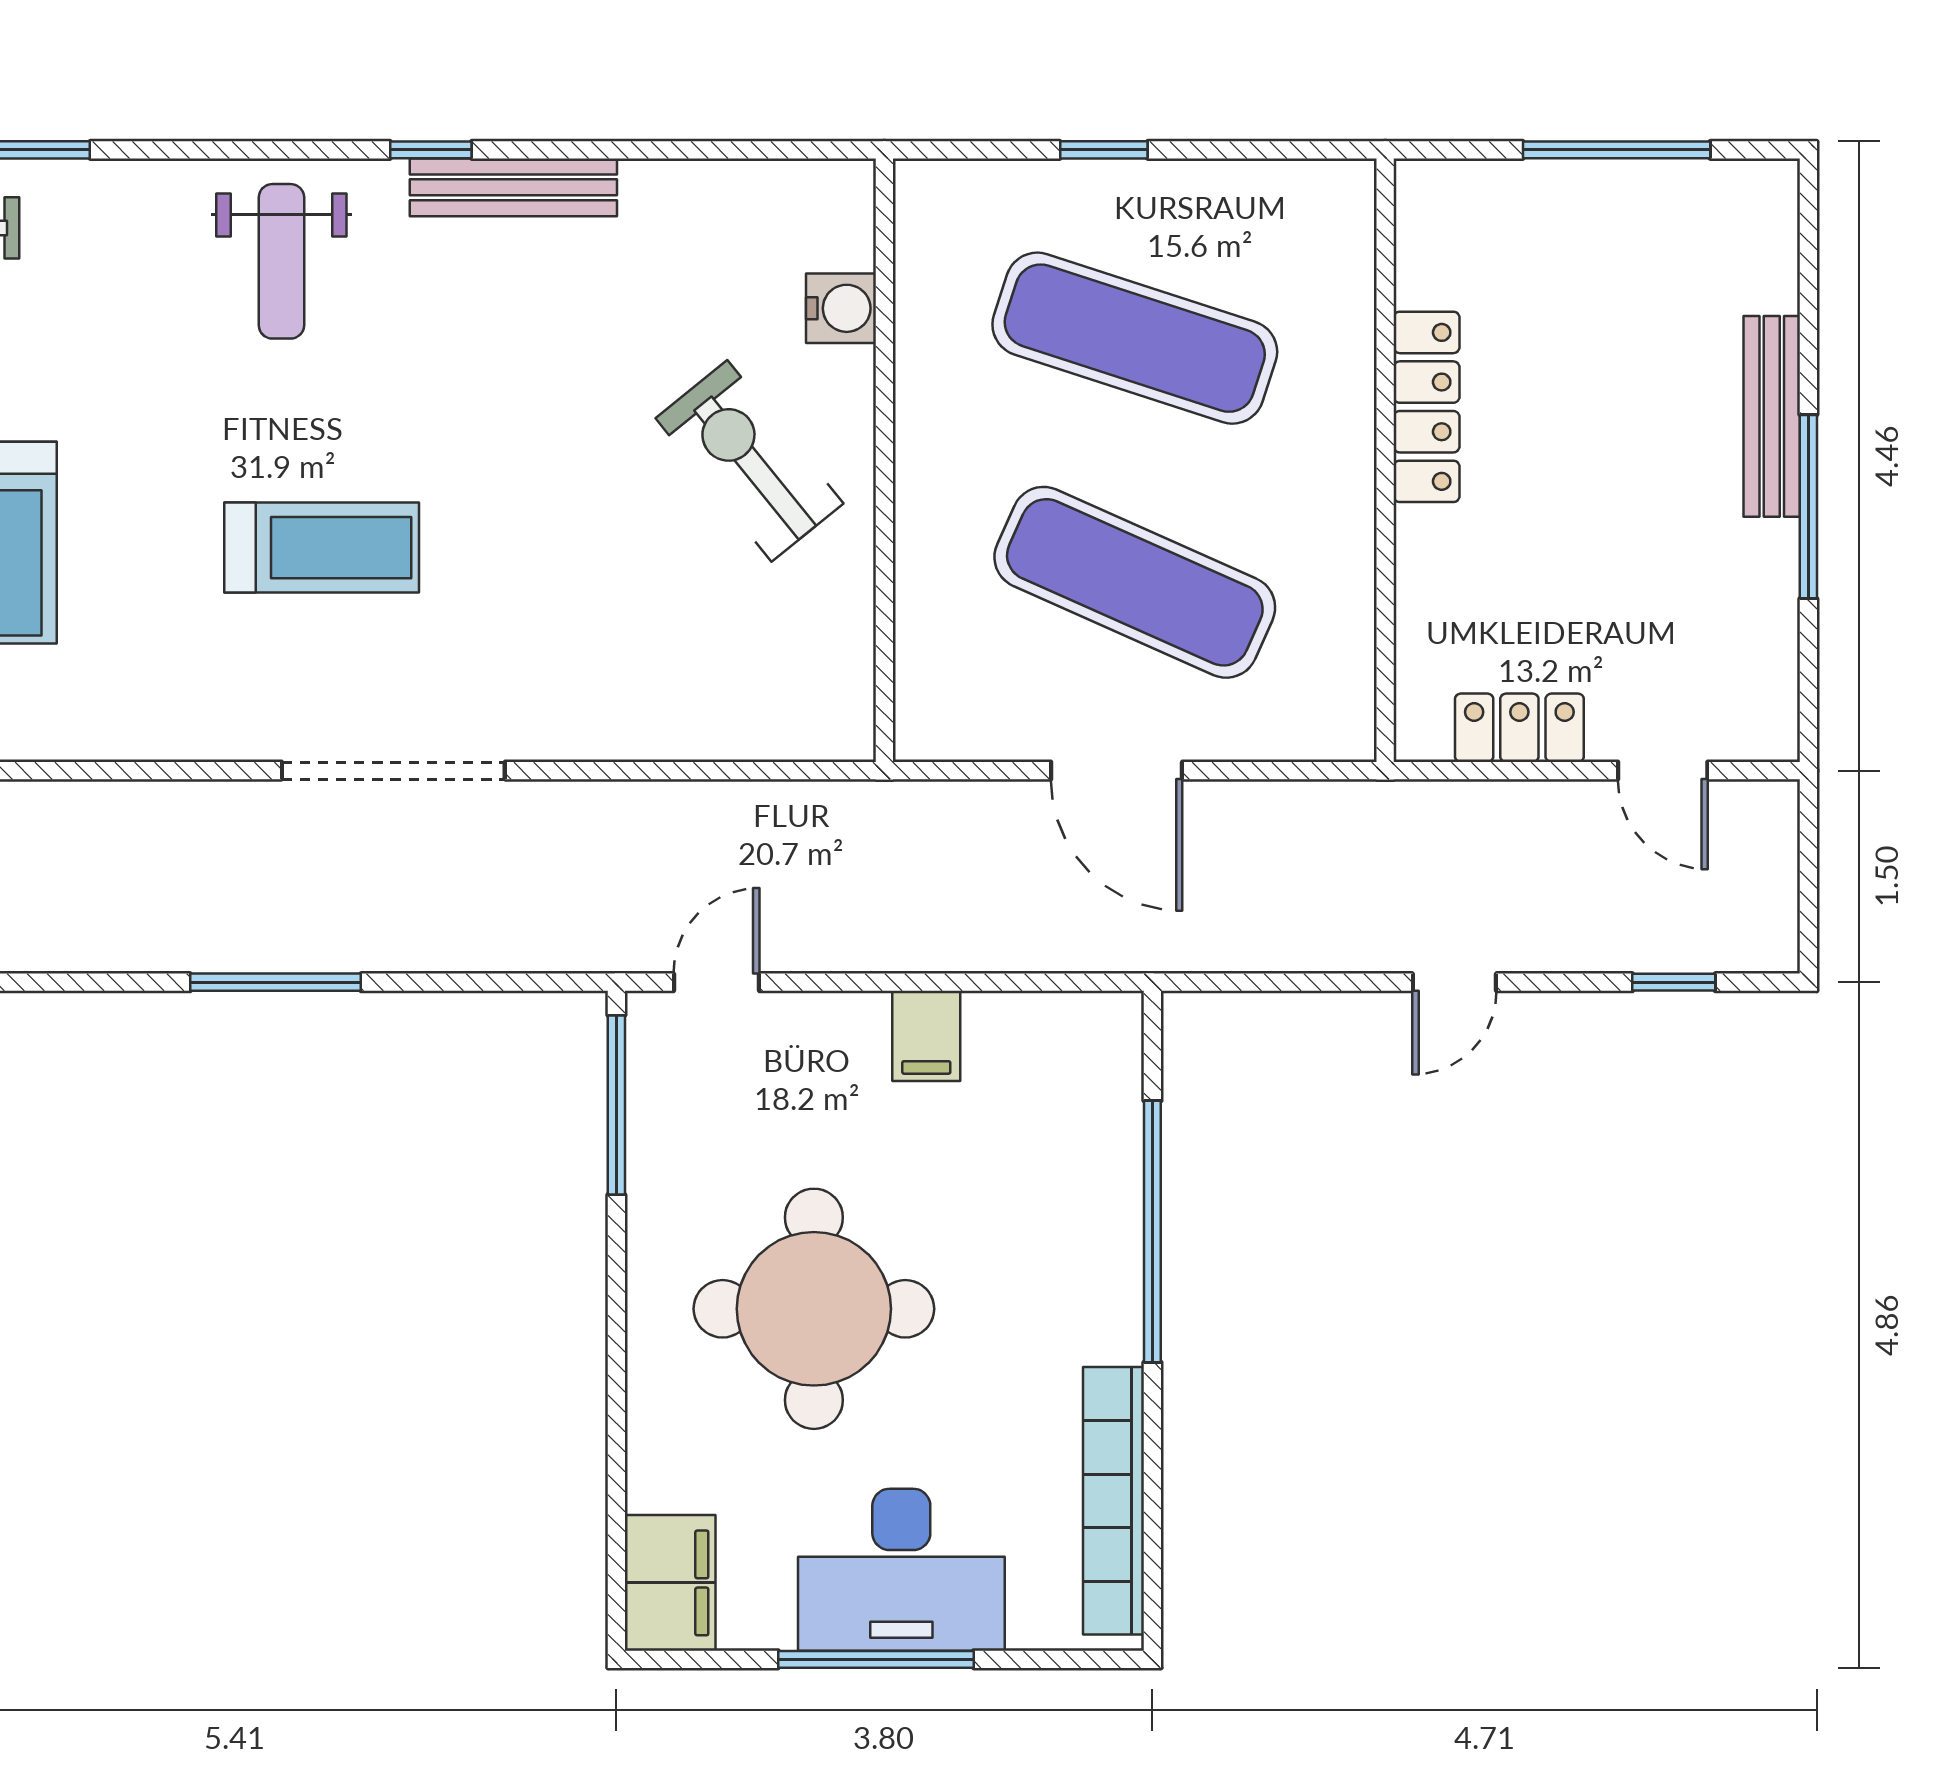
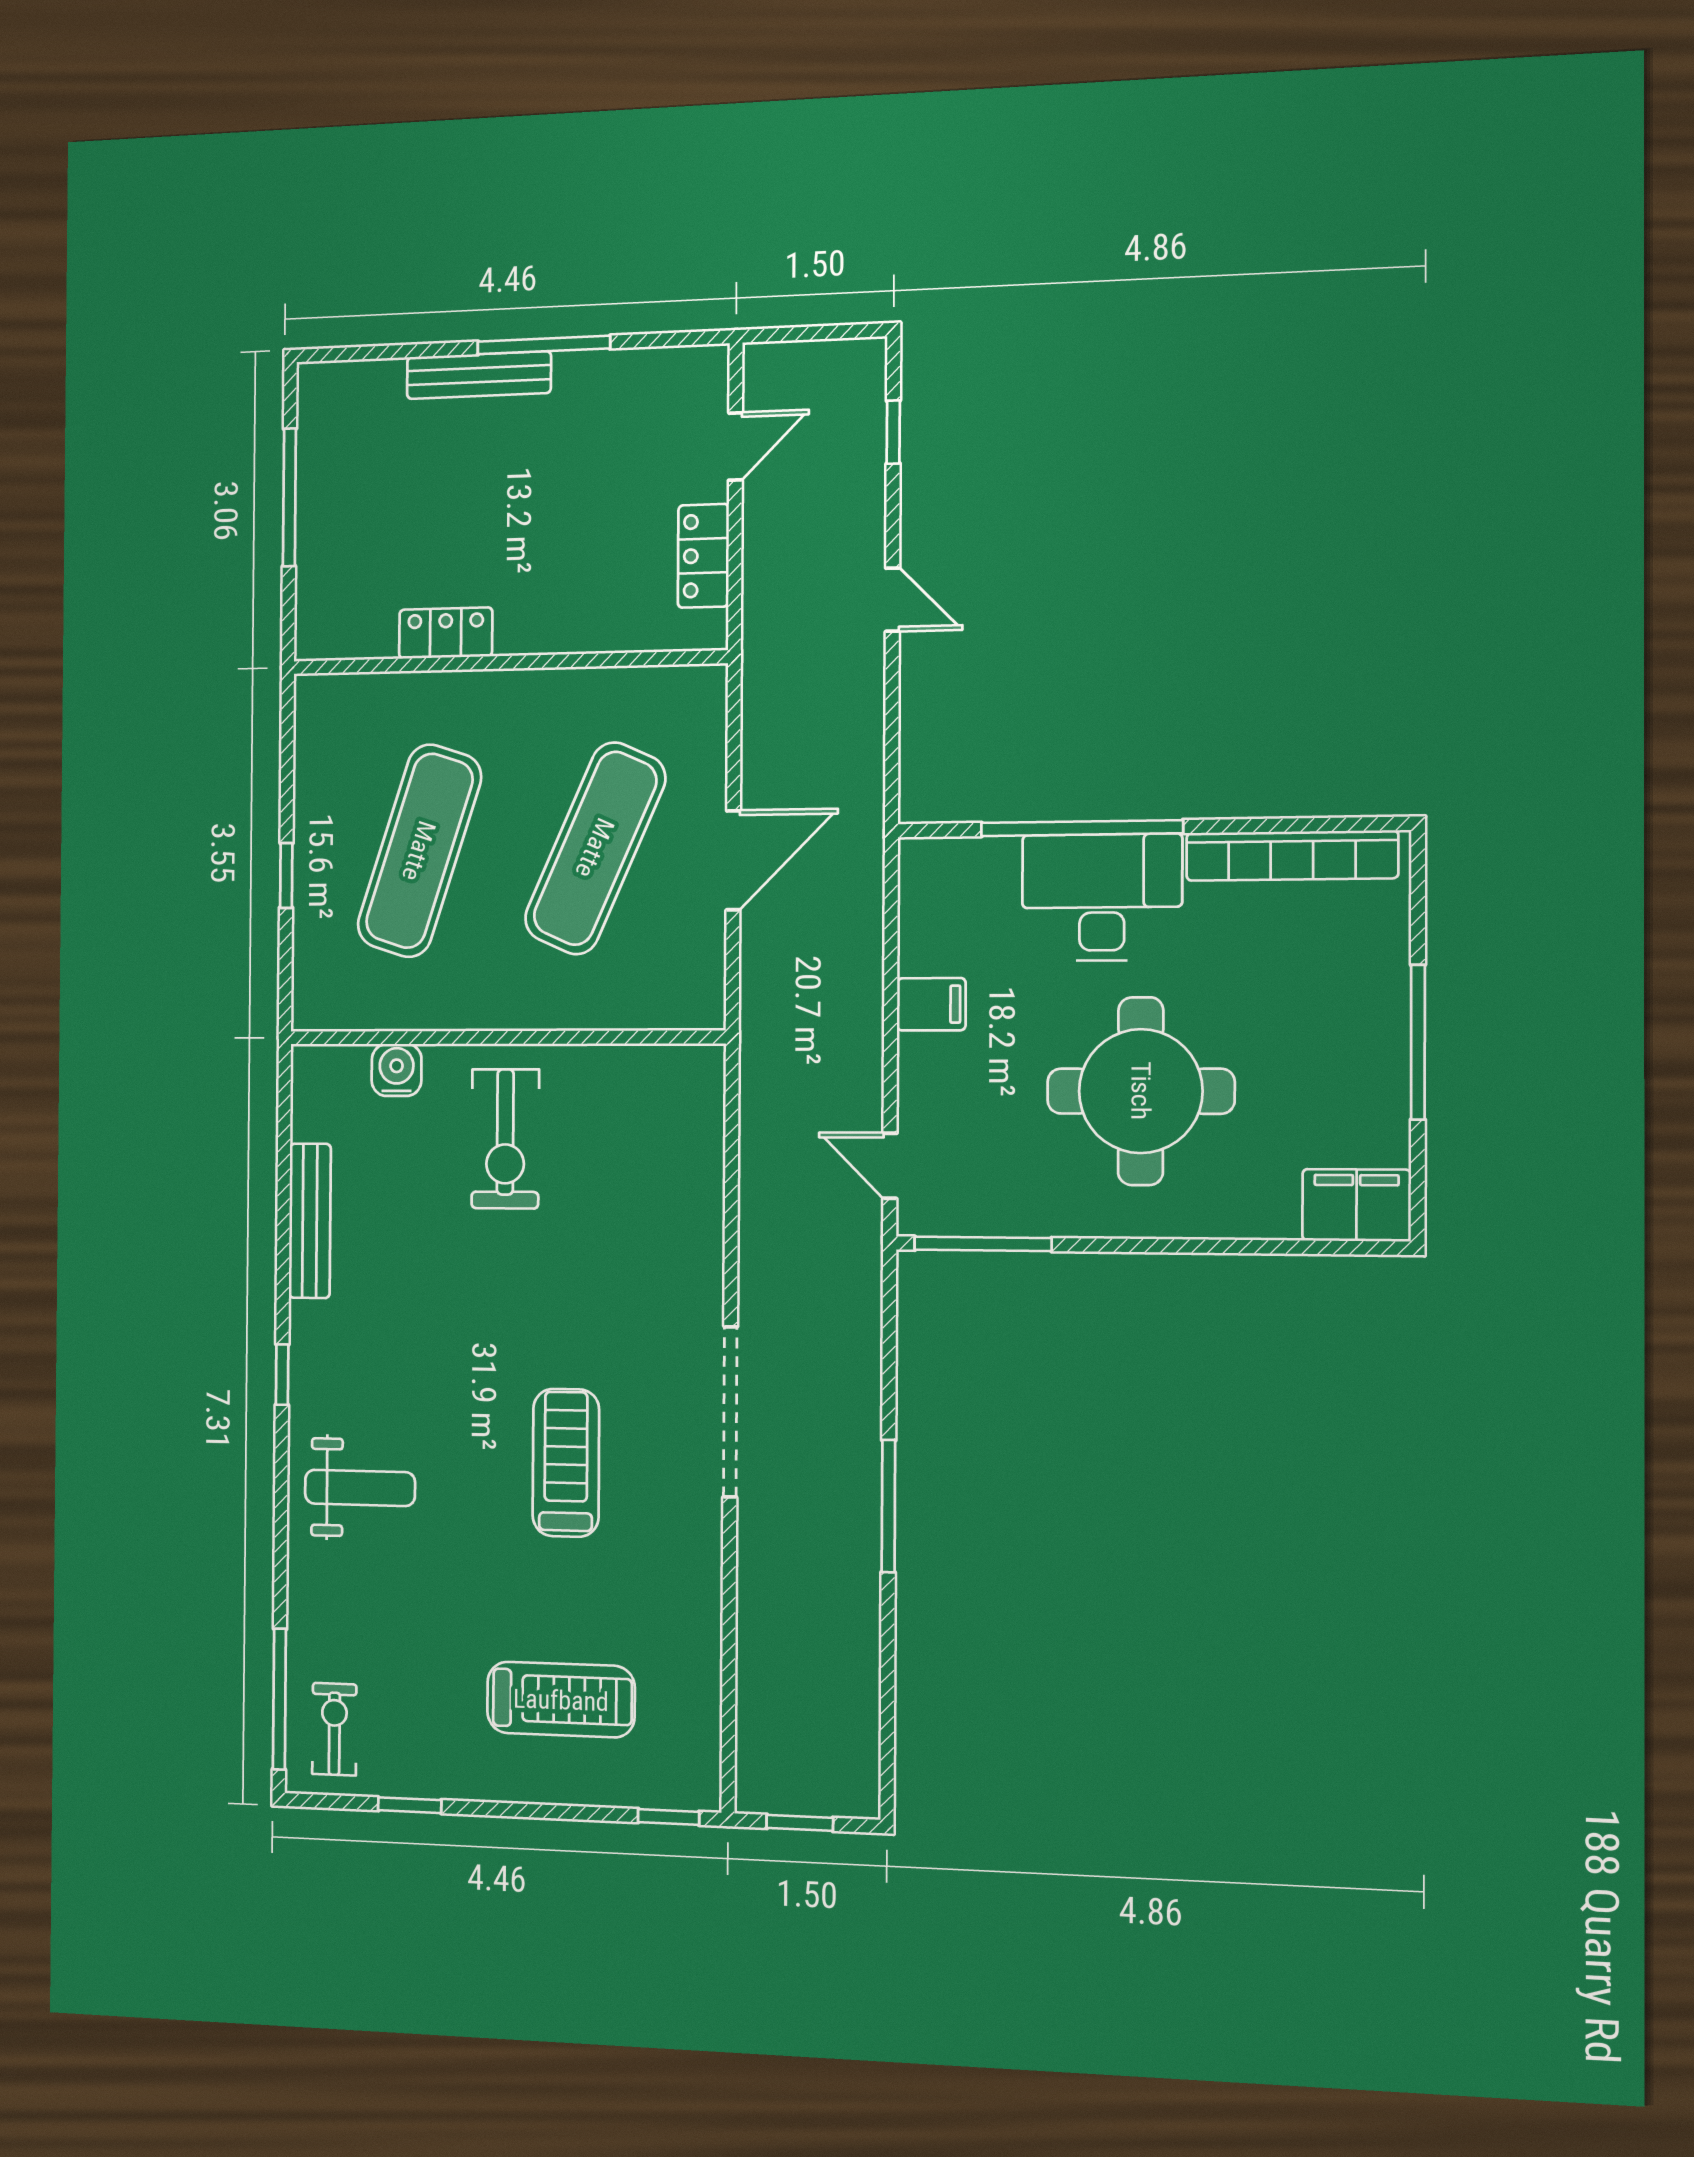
bench: (513, 187) -> (310, 1221), moved
locker: (1427, 407) -> (446, 633), width x0.66
exercise bike: (749, 461) -> (505, 1139), turned -51
desk: (901, 1570) -> (1102, 897), moved, turned -90

